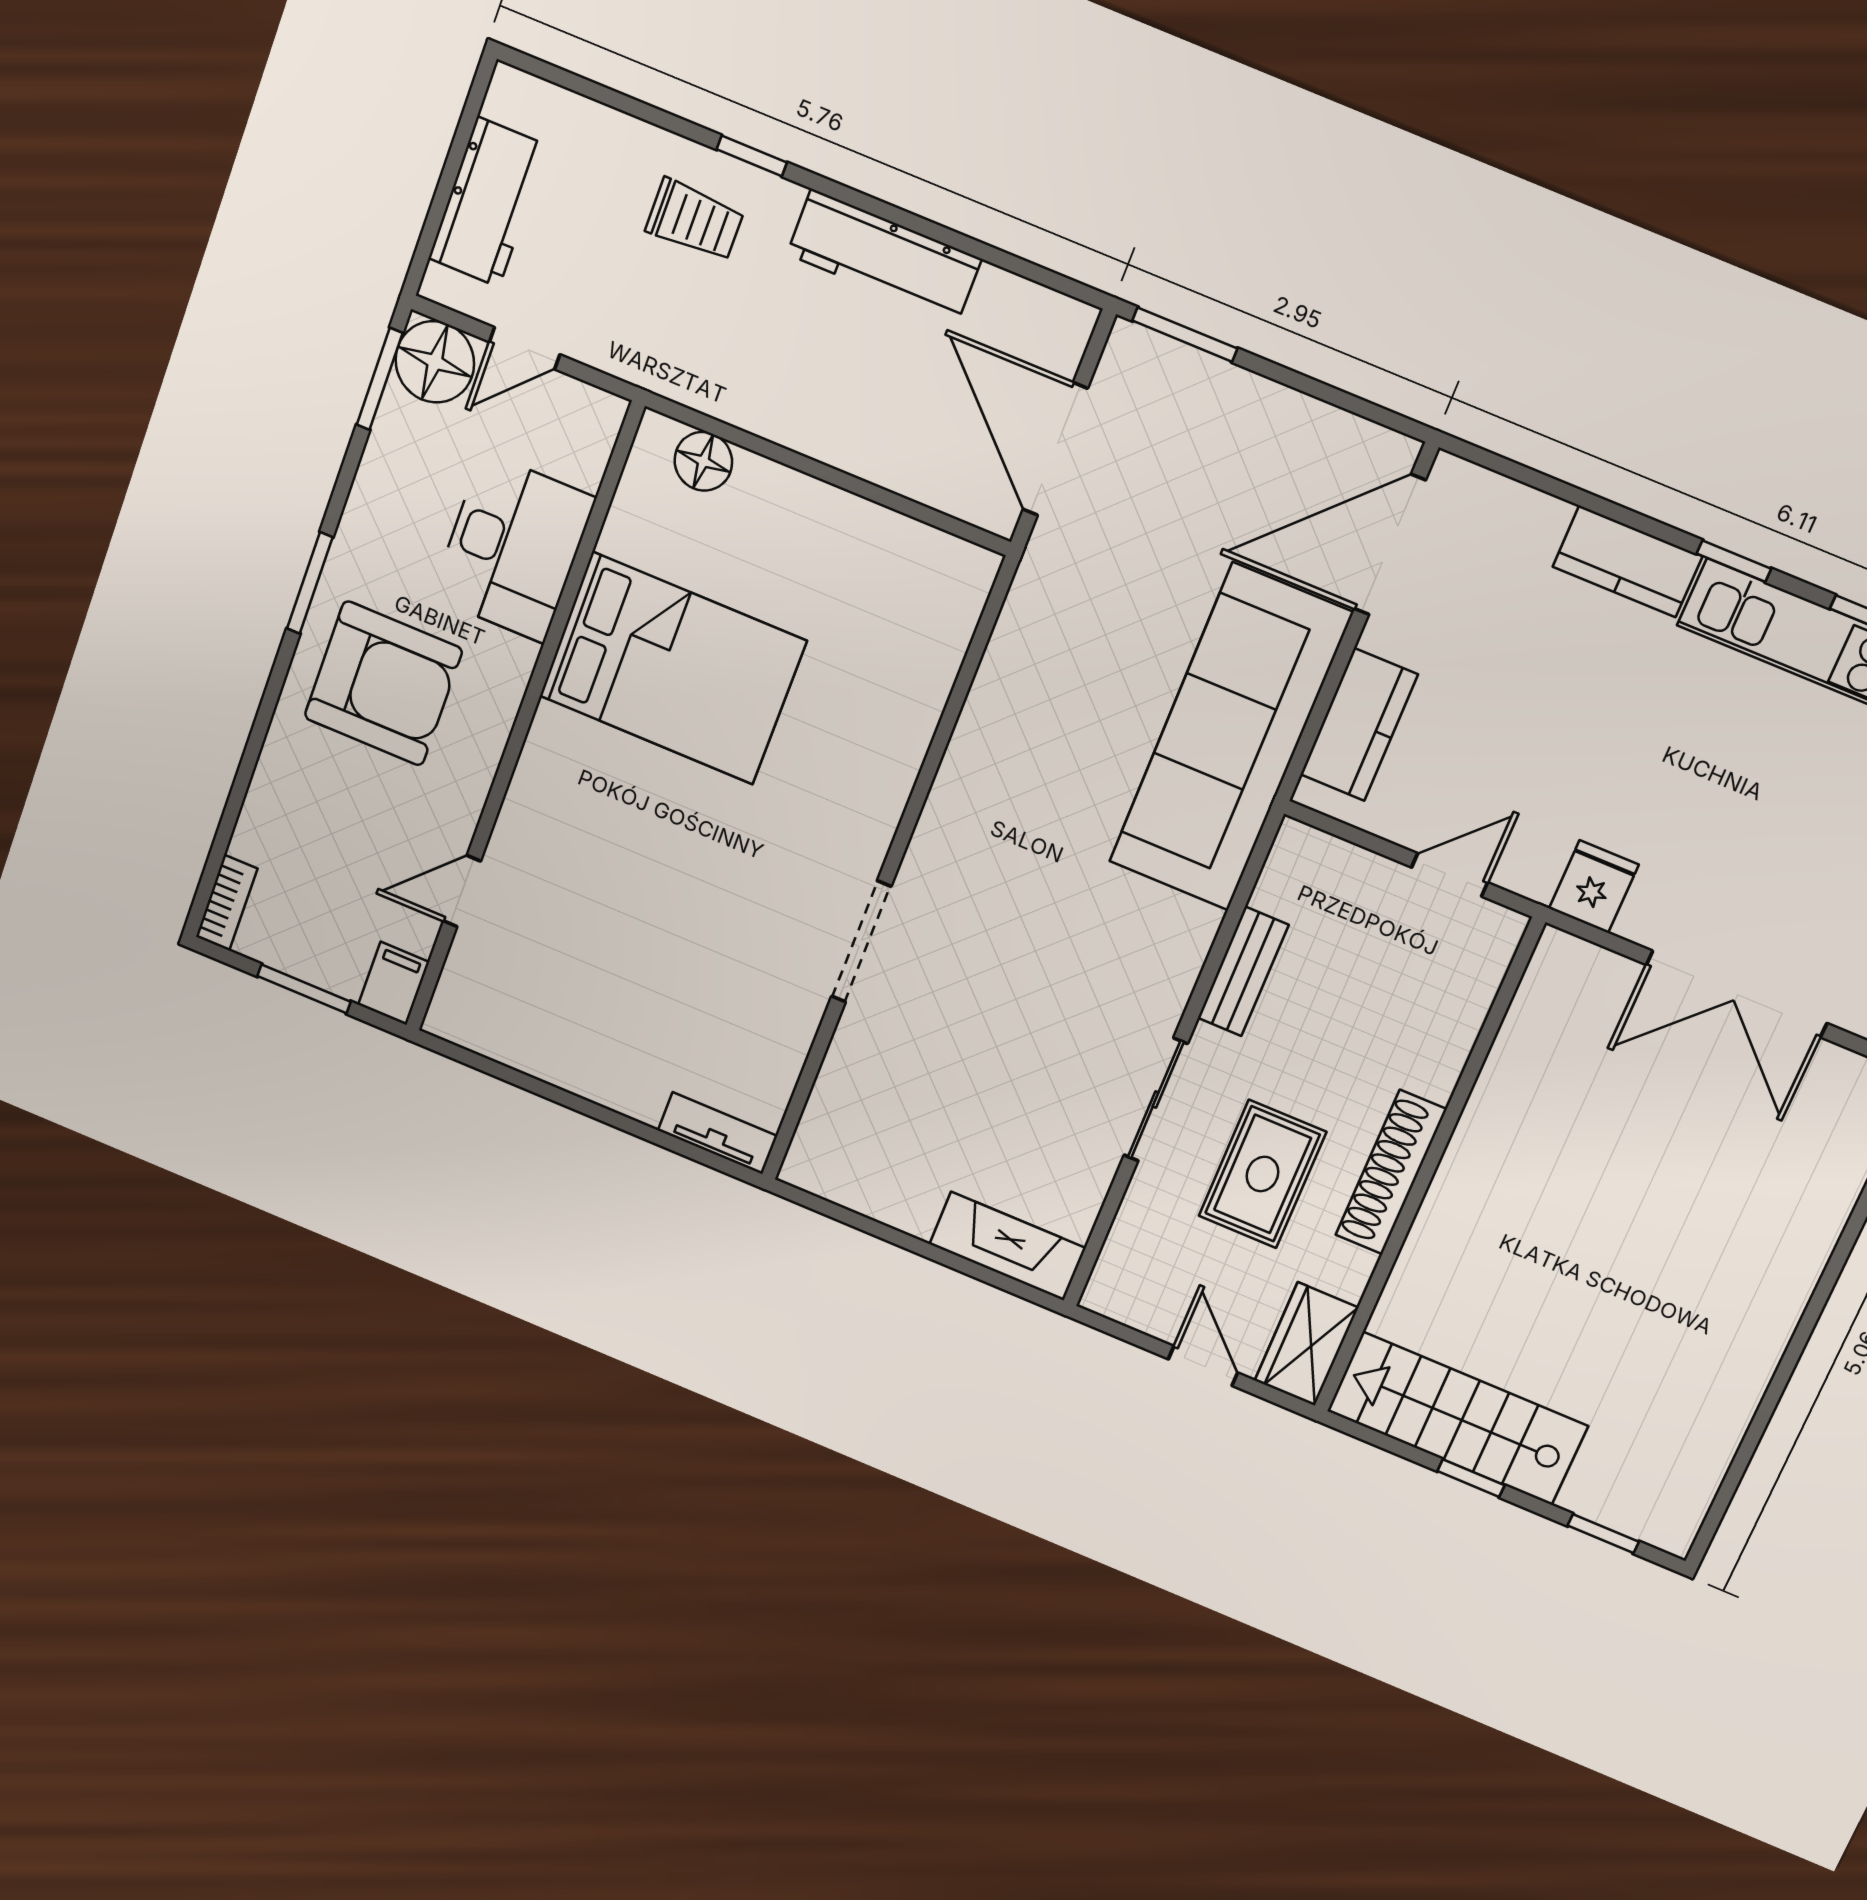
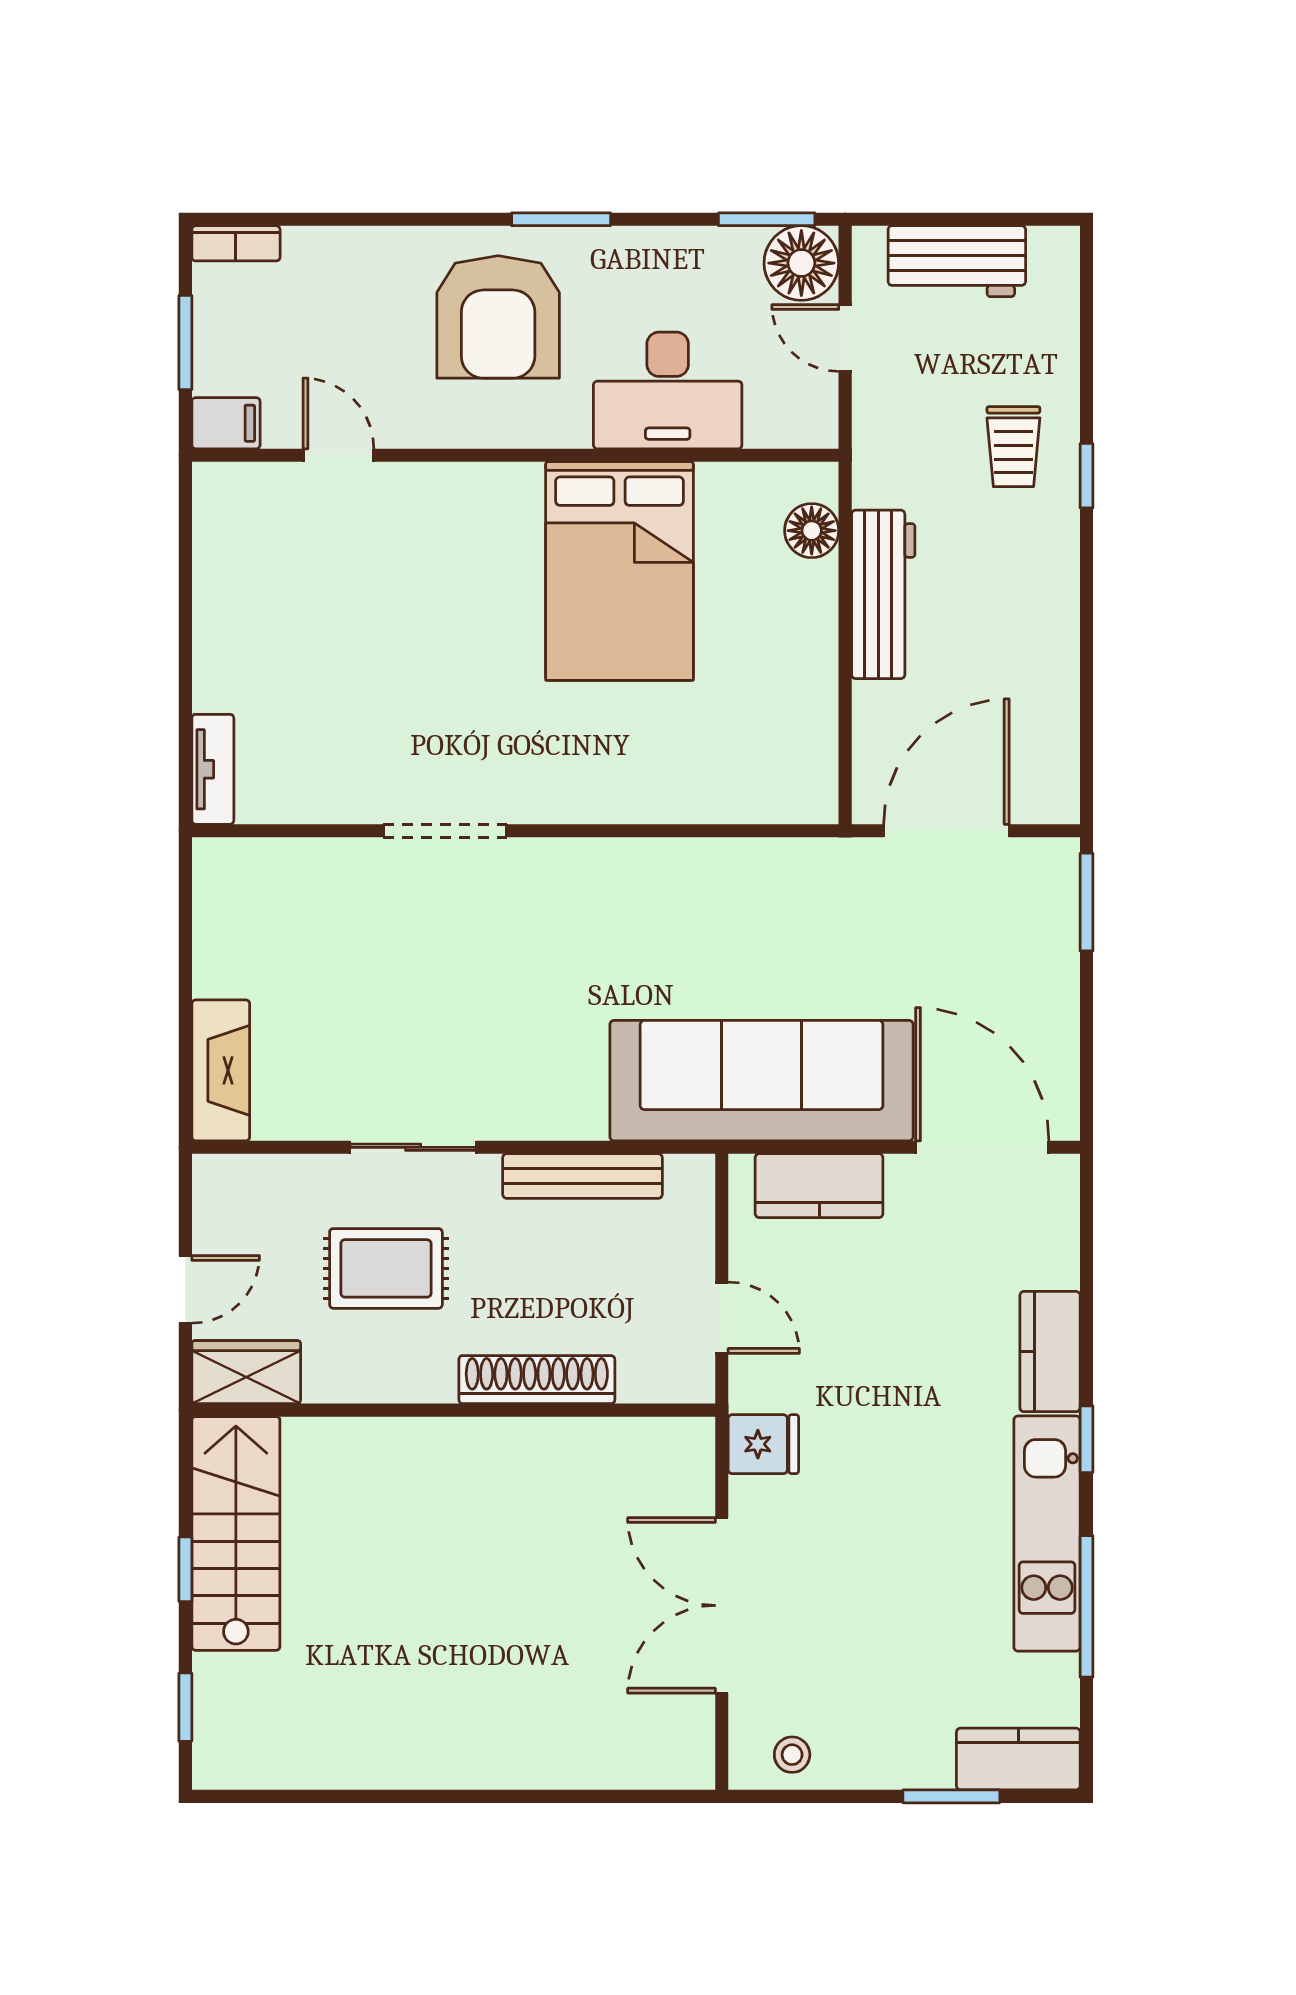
workbench: (884, 256) -> (883, 594), moved, turned 180
bench: (1243, 971) -> (582, 1176), width x1.36
shoe rack: (1391, 1172) -> (537, 1380), moved

